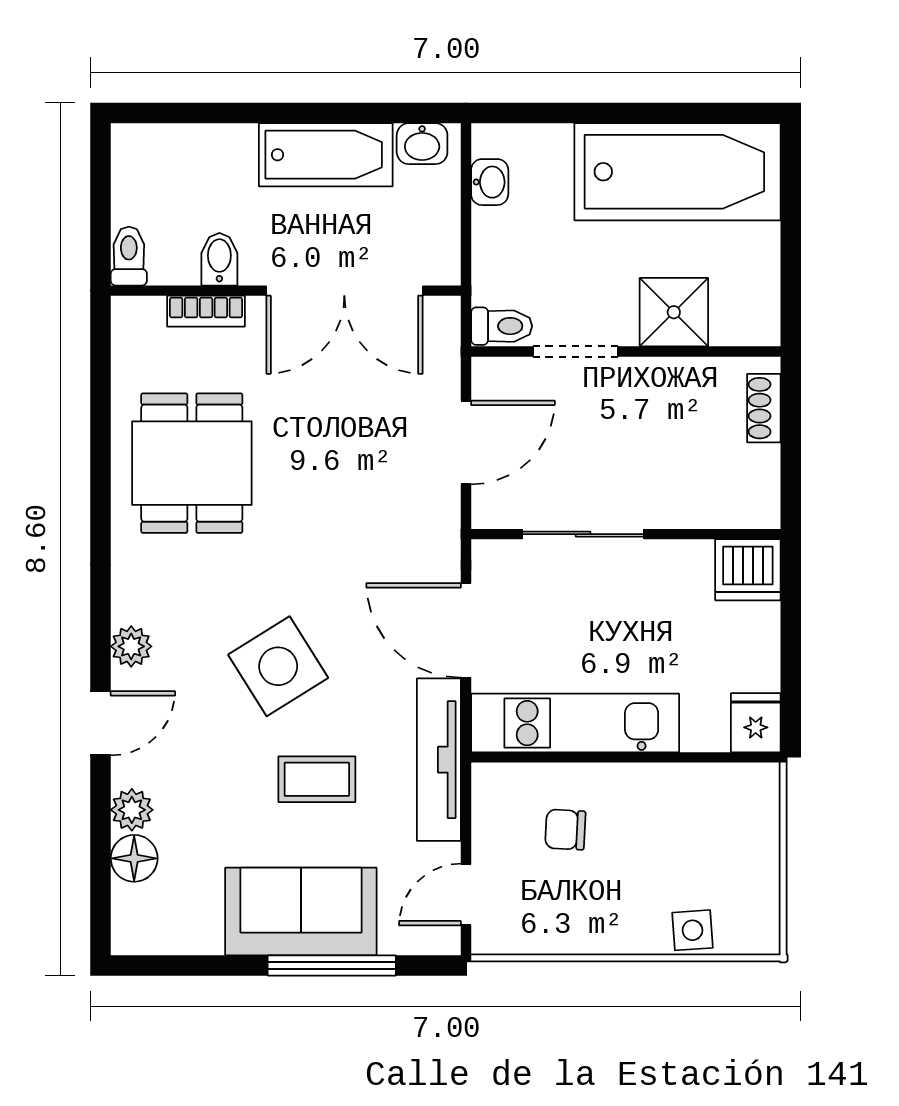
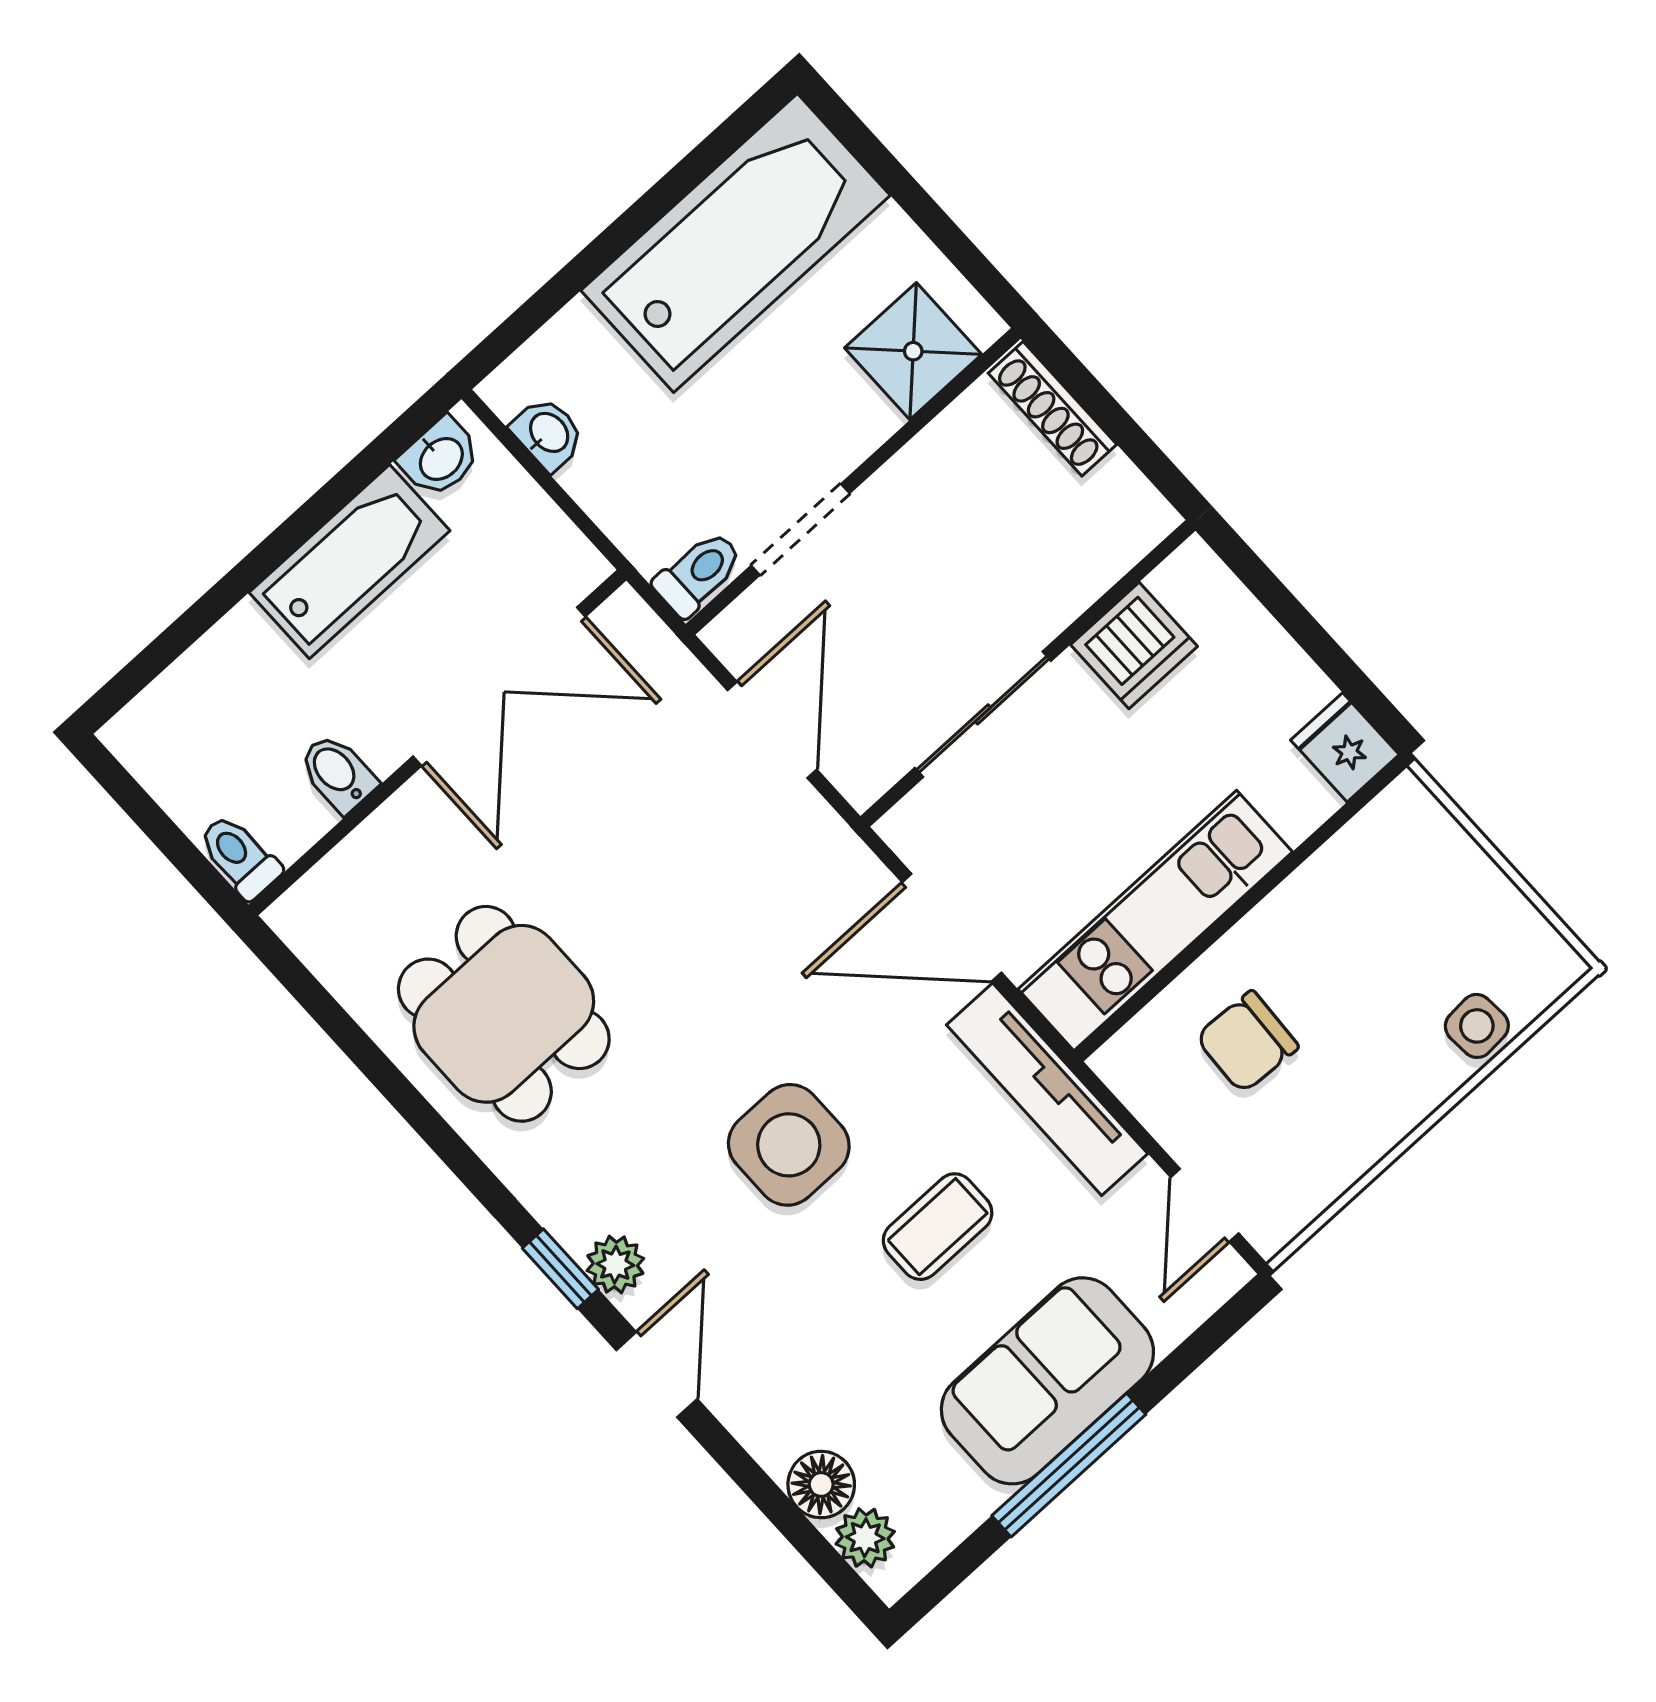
bookcase: (206, 311) -> (373, 841), removed
shower: (674, 312) -> (913, 351), moved
shoe rack: (764, 408) -> (1052, 409), width x1.43
dishwasher: (748, 570) -> (1134, 645), moved
window: (101, 623) -> (560, 1269), added
side table: (278, 666) -> (789, 1145), turned 32
plant: (132, 810) -> (865, 1538), moved
chair: (565, 830) -> (1247, 1042), width x1.37, depth x1.37
window: (332, 965) -> (1069, 1465), moved

